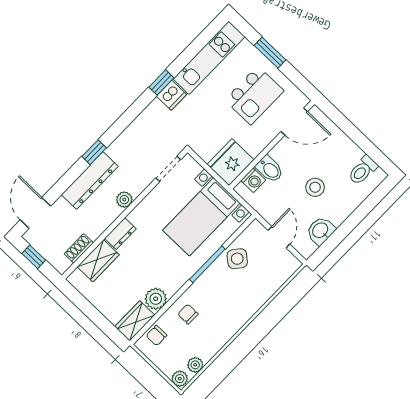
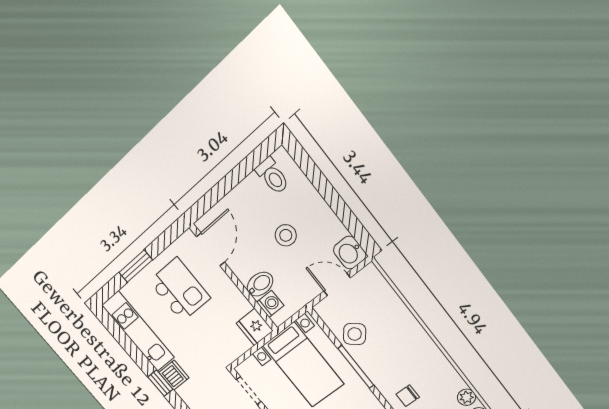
fridge: (231, 162) -> (255, 327), width x0.73, depth x0.75
washbasin: (321, 231) -> (350, 253), moved

